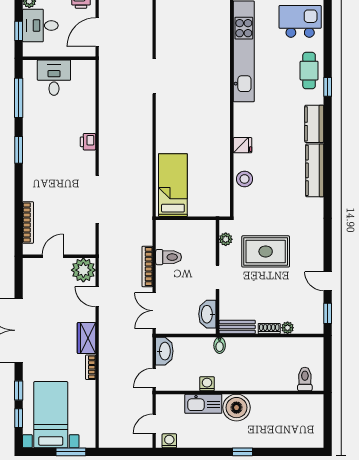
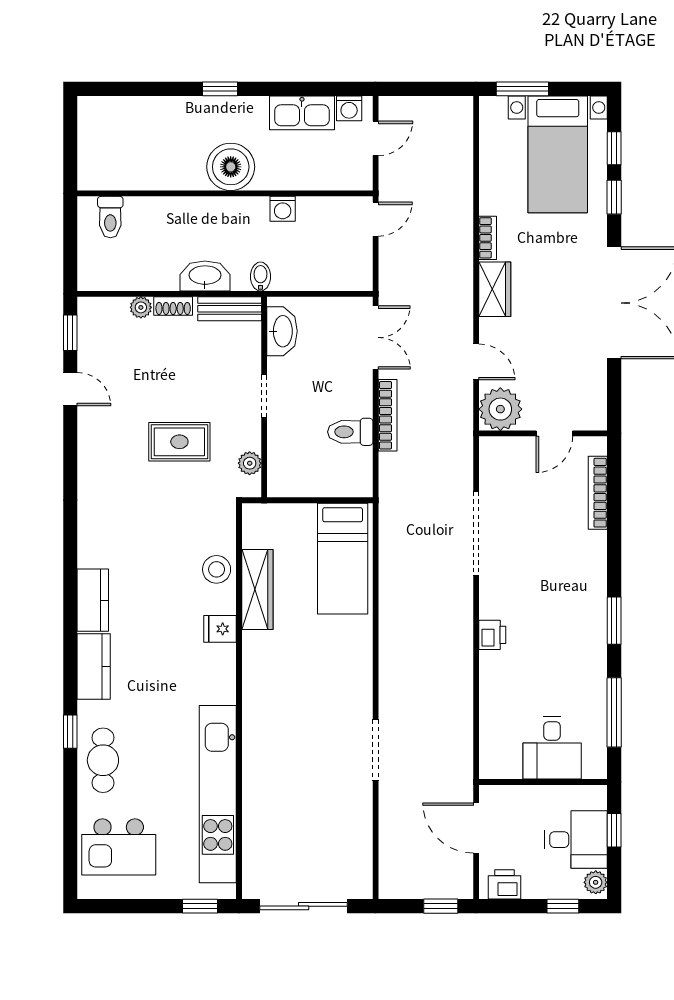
door: (97, 32) -> (476, 828), swing flipped
wardrobe: (221, 168) -> (257, 590), added
kitchen counter: (315, 170) -> (93, 600), width x0.67
rug: (266, 251) -> (179, 442), width x0.73, depth x0.70
washbasin: (164, 351) -> (205, 276), moved, turned 90
kitchen sink: (203, 404) -> (302, 113), moved, turned 180

